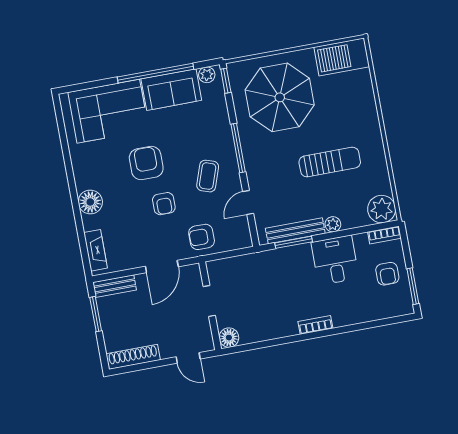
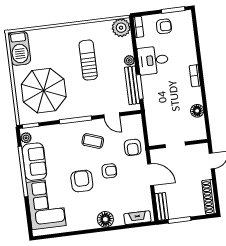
armchair: (146, 163) -> (82, 181), turned 90
floor lamp: (229, 338) -> (197, 111), moved

